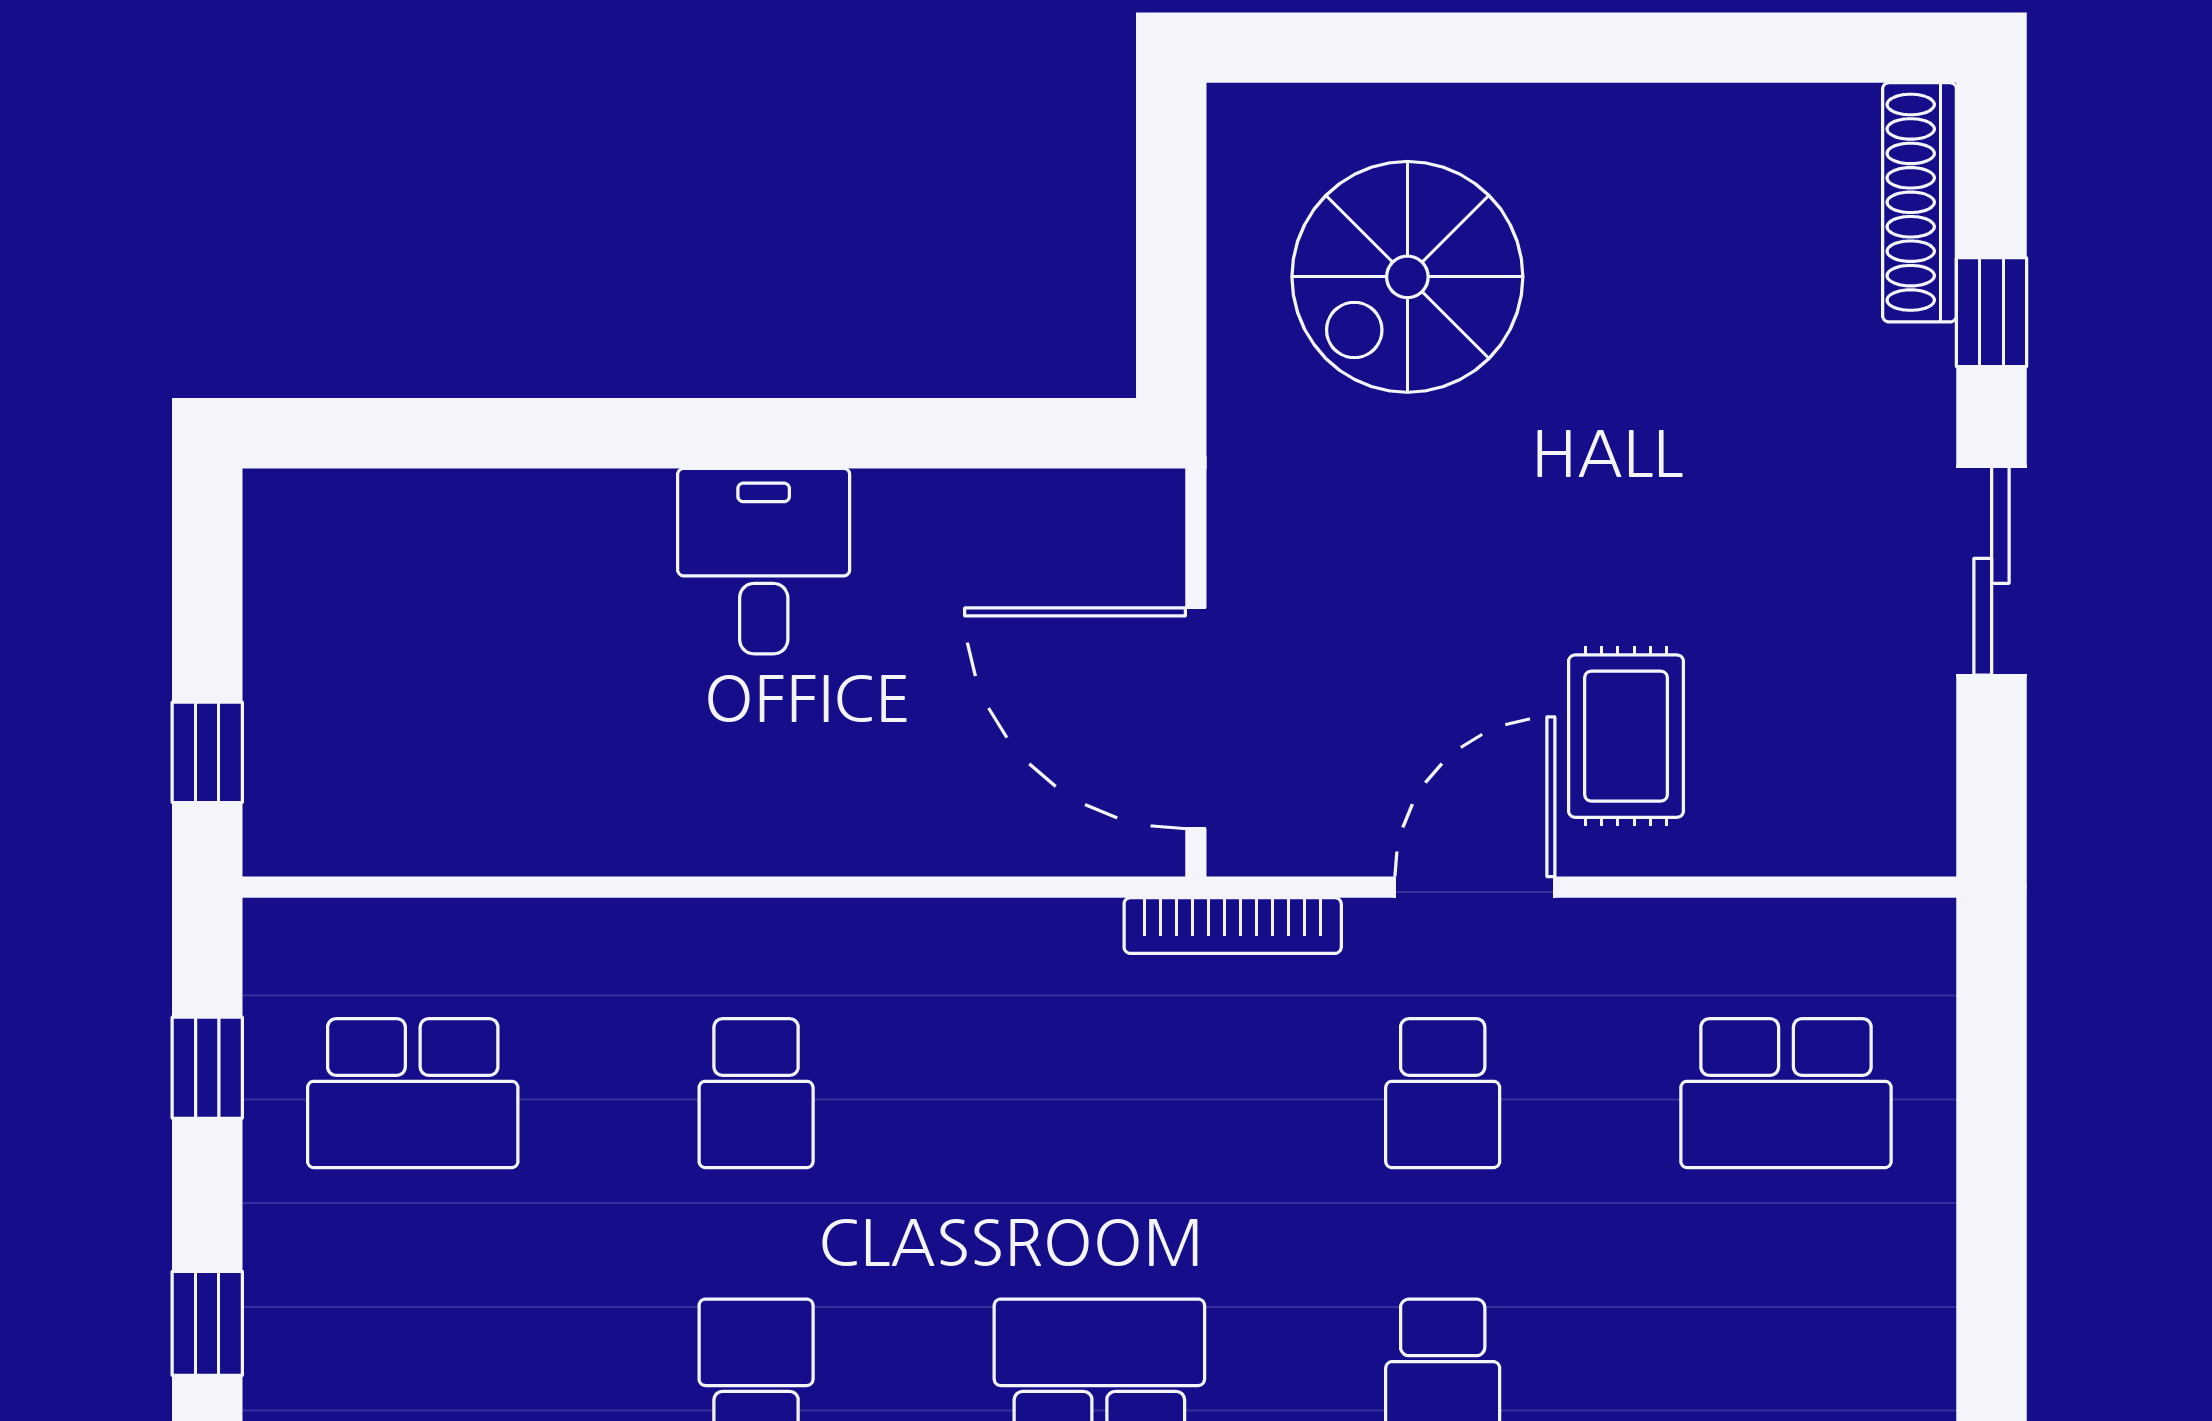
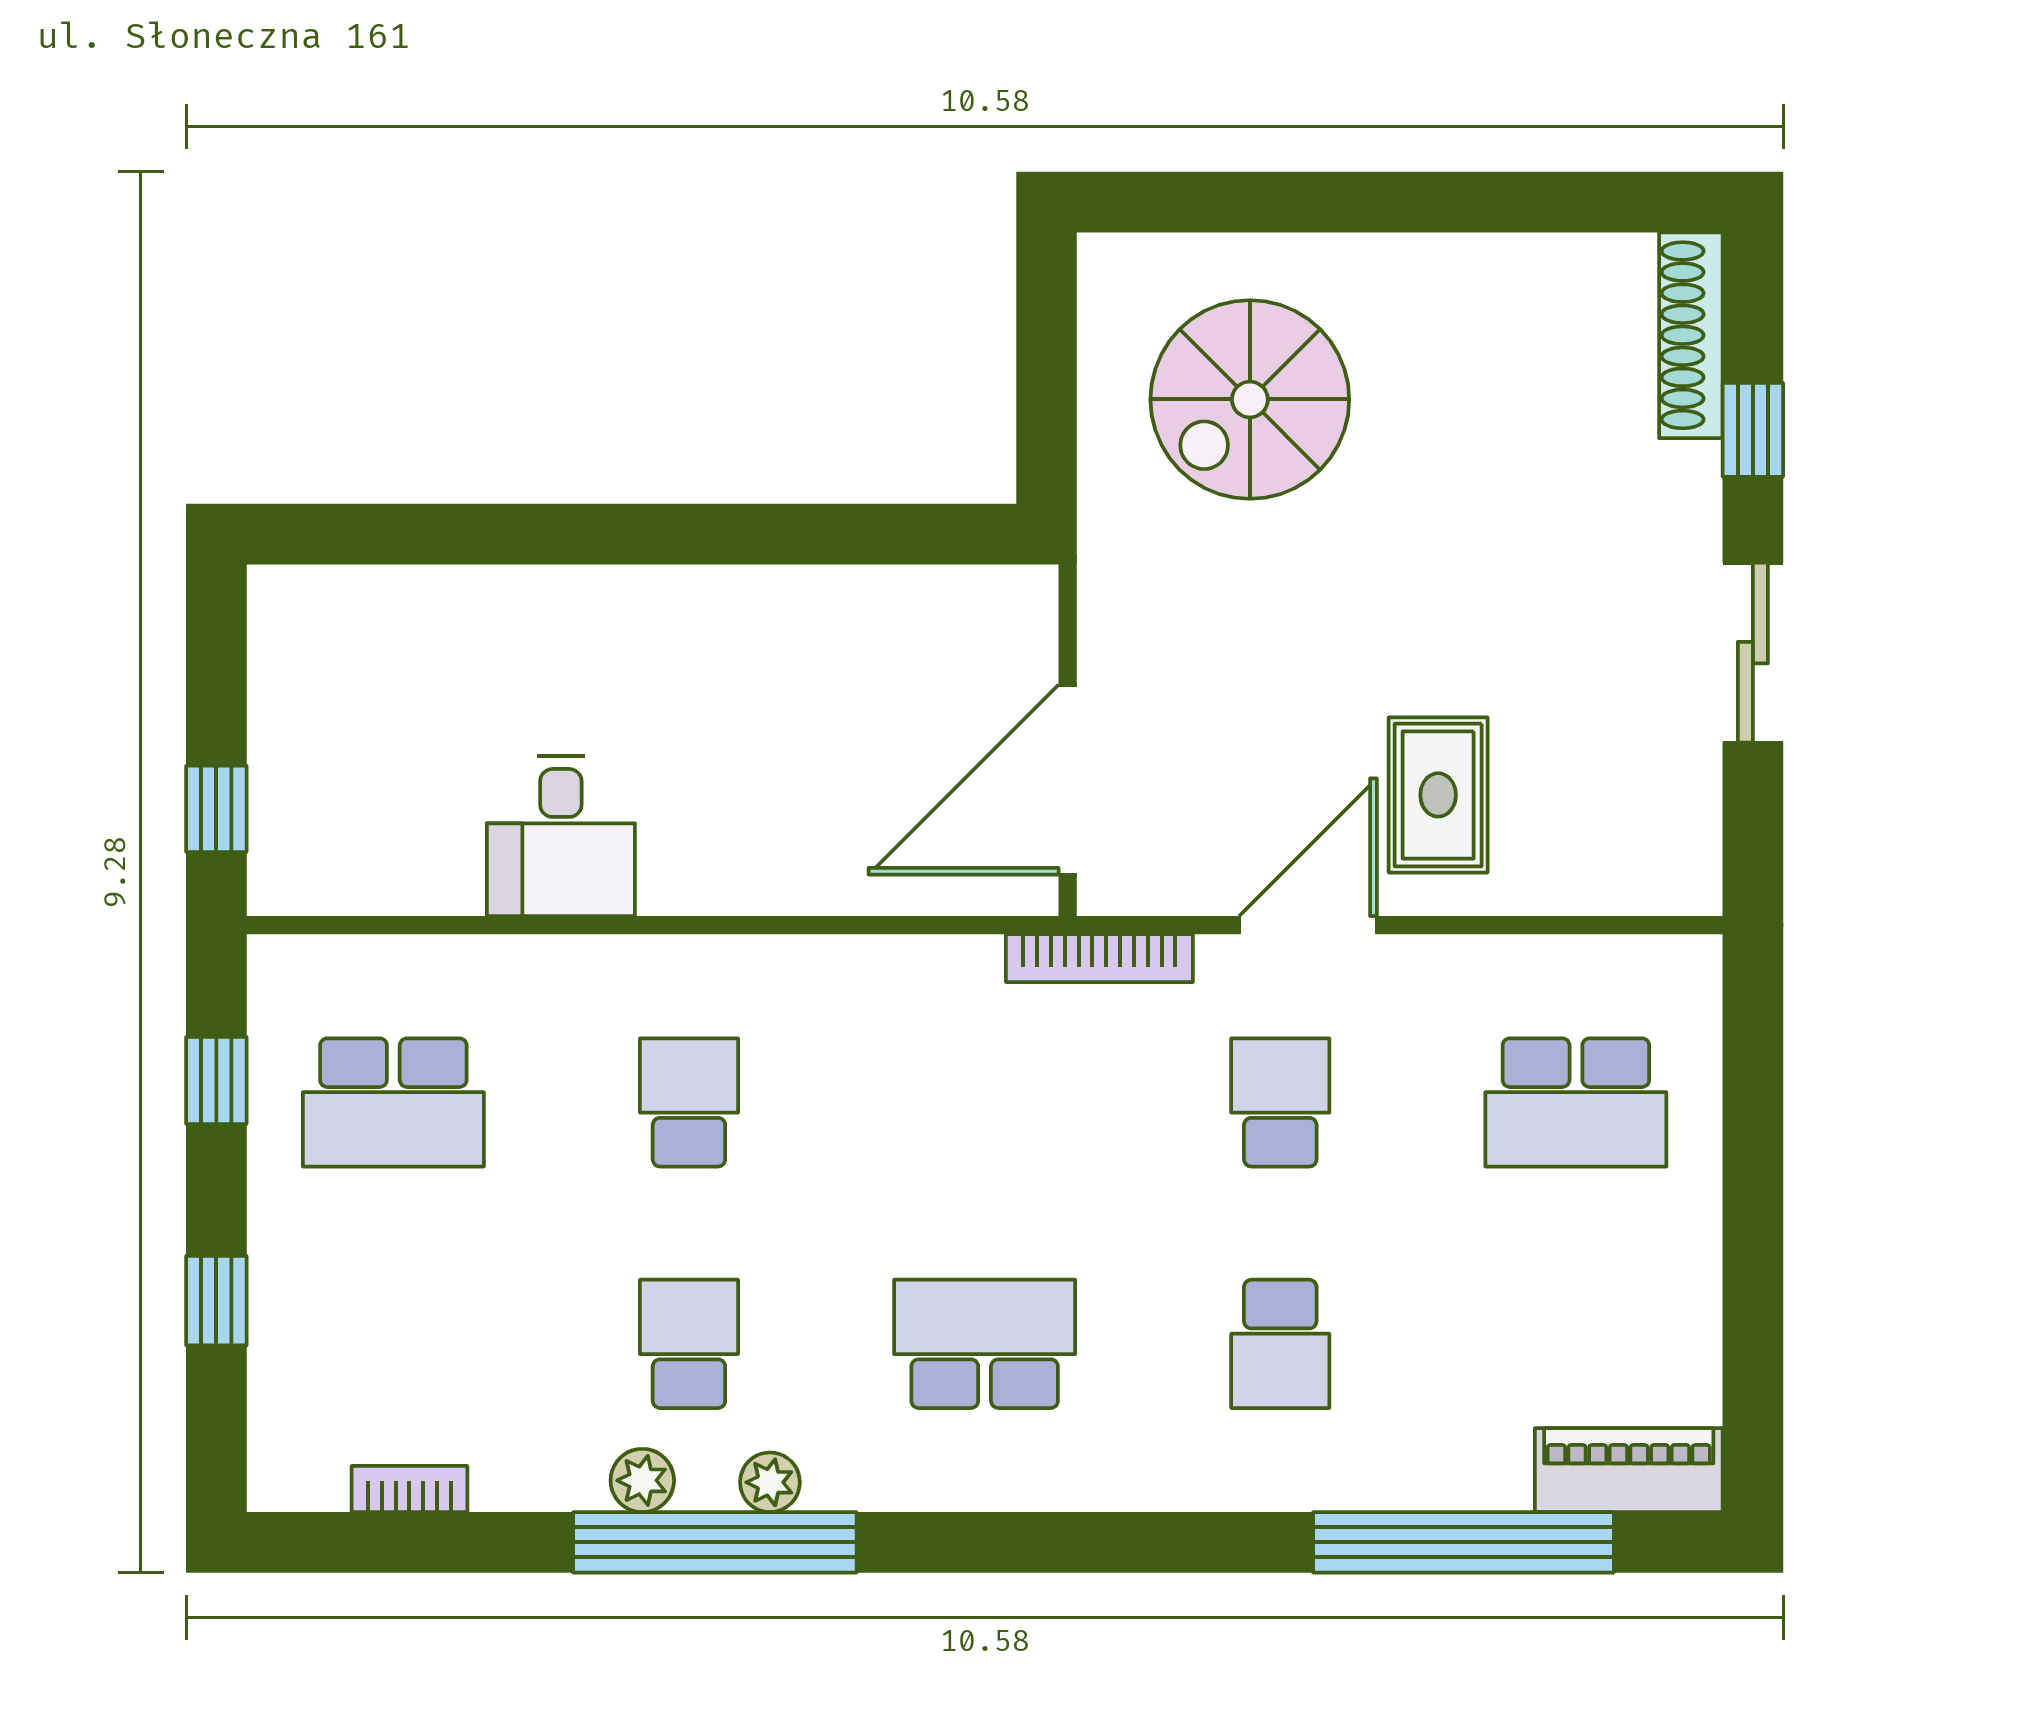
desk: (764, 561) -> (561, 836), moved, turned 180
door: (1196, 718) -> (1068, 780), hinge flipped
school desk: (756, 1093) -> (689, 1102), turned 180
school desk: (1443, 1093) -> (1280, 1102), turned 180

